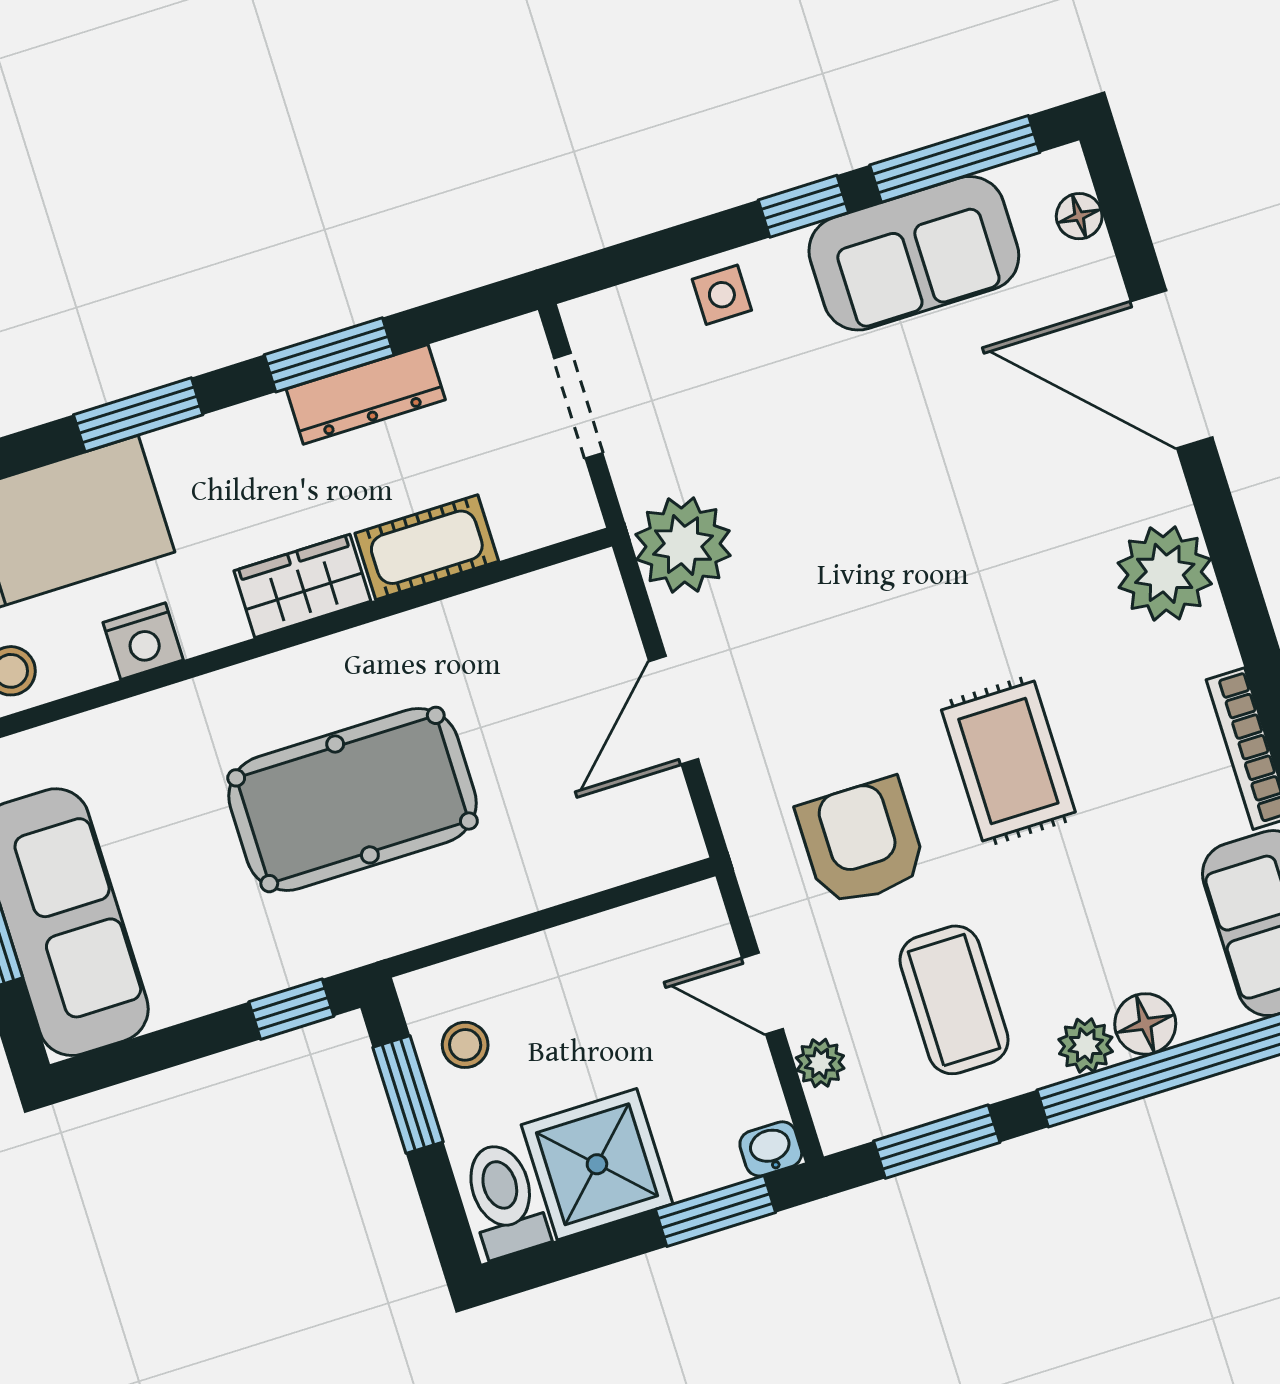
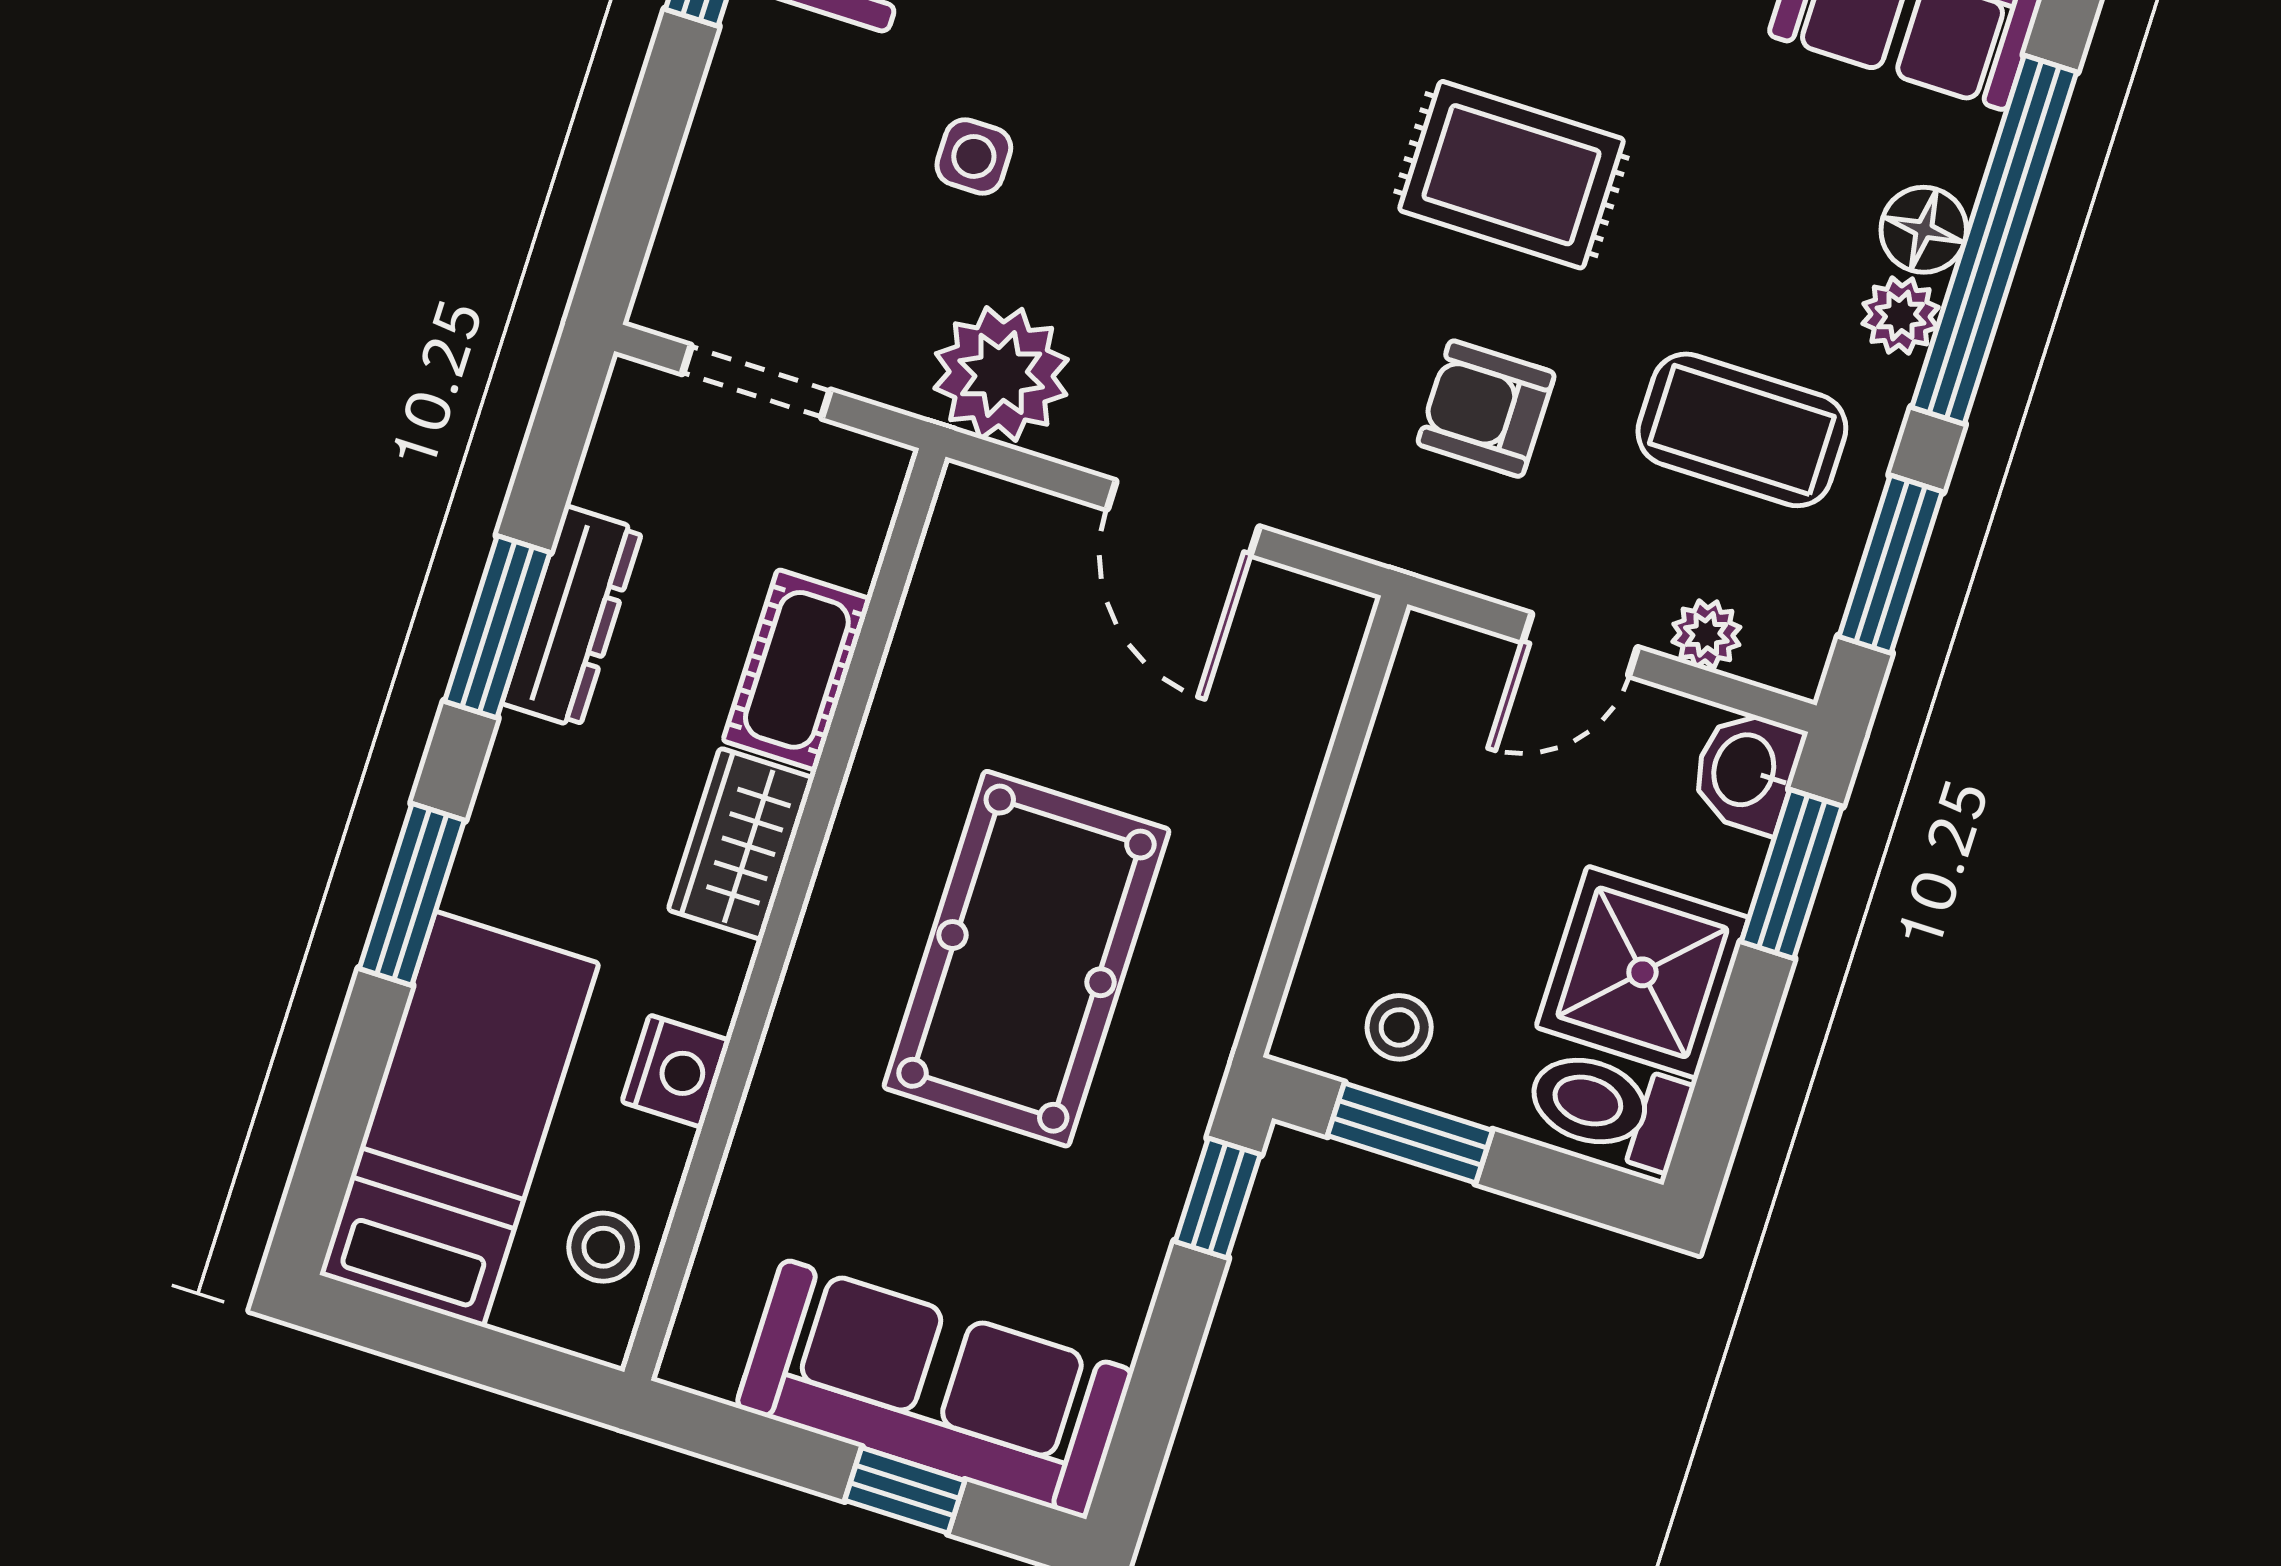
side table: (722, 295) -> (974, 156), moved
armchair: (862, 842) -> (1486, 409), width x0.72, depth x0.72
washbasin: (771, 1149) -> (1746, 771), width x1.38, depth x1.45

